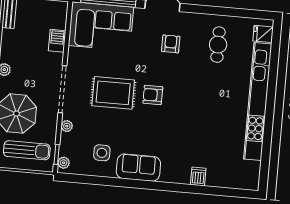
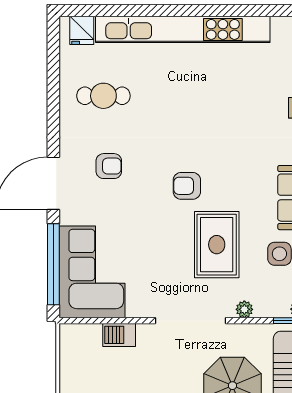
armchair: (171, 44) -> (109, 166), turned 180
rug: (113, 93) -> (217, 245), moved
armchair: (153, 95) -> (187, 186), turned 90

